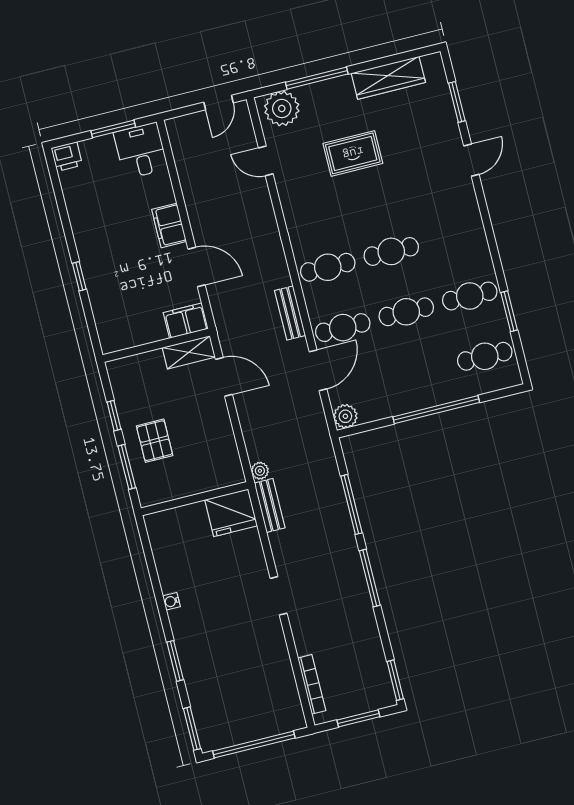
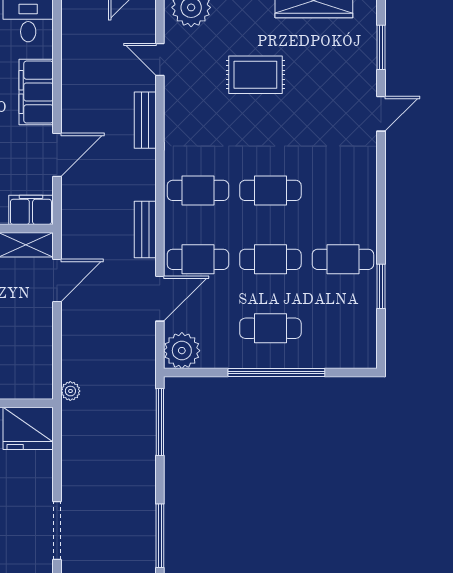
filing cabinet: (169, 225) -> (36, 92), width x1.50, depth x1.17
door: (197, 267) -> (57, 155), hinge flipped
cafe table: (485, 356) -> (270, 328), moved
door: (224, 377) -> (57, 280), hinge flipped
plant: (345, 416) -> (182, 351), width x1.36, depth x1.36
window: (351, 504) -> (160, 422), moved
bench: (270, 505) -> (145, 120), moved
doorway: (279, 596) -> (57, 530), width x1.38

